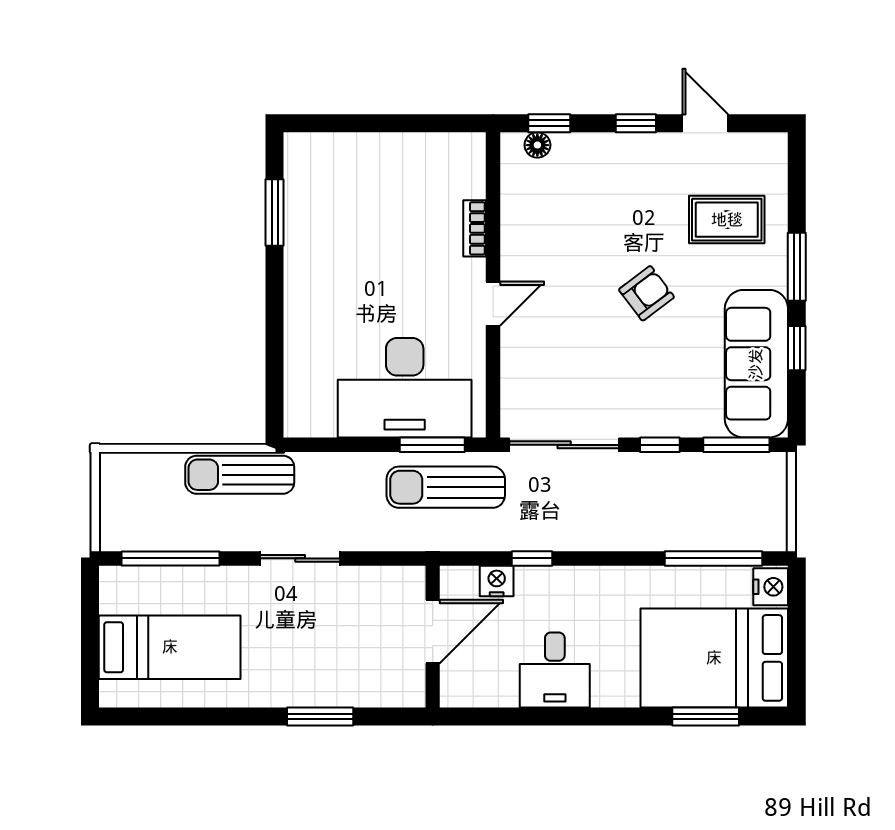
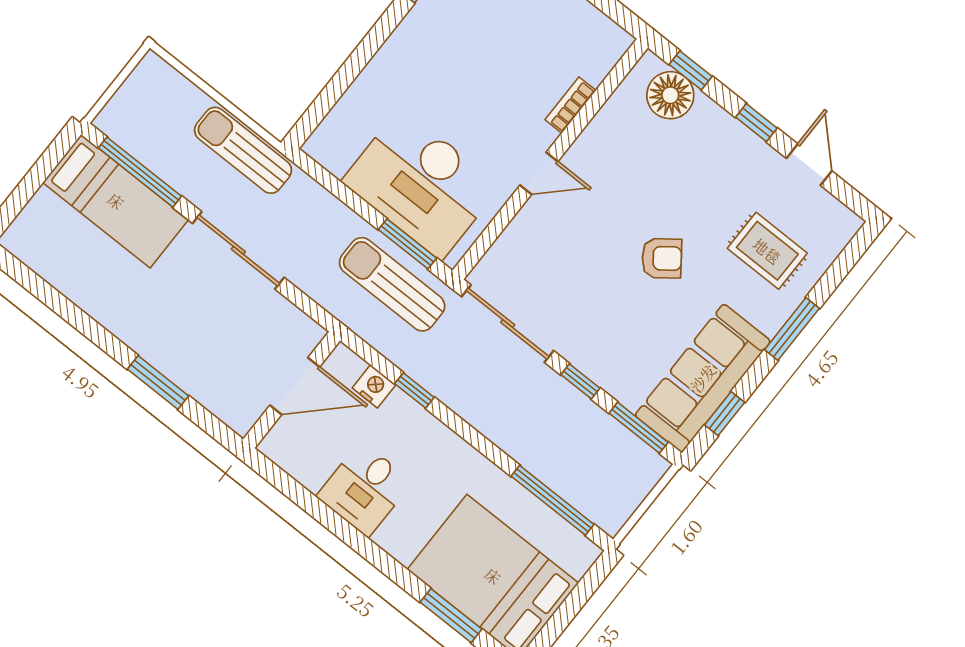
floor lamp: (537, 145) -> (670, 95), width x1.89, depth x1.89
window: (797, 348) -> (725, 414), moved
sliding door: (300, 558) -> (238, 250), width x1.37
nightstand: (771, 587) -> (579, 556), removed
bed: (170, 647) -> (116, 201), moved

